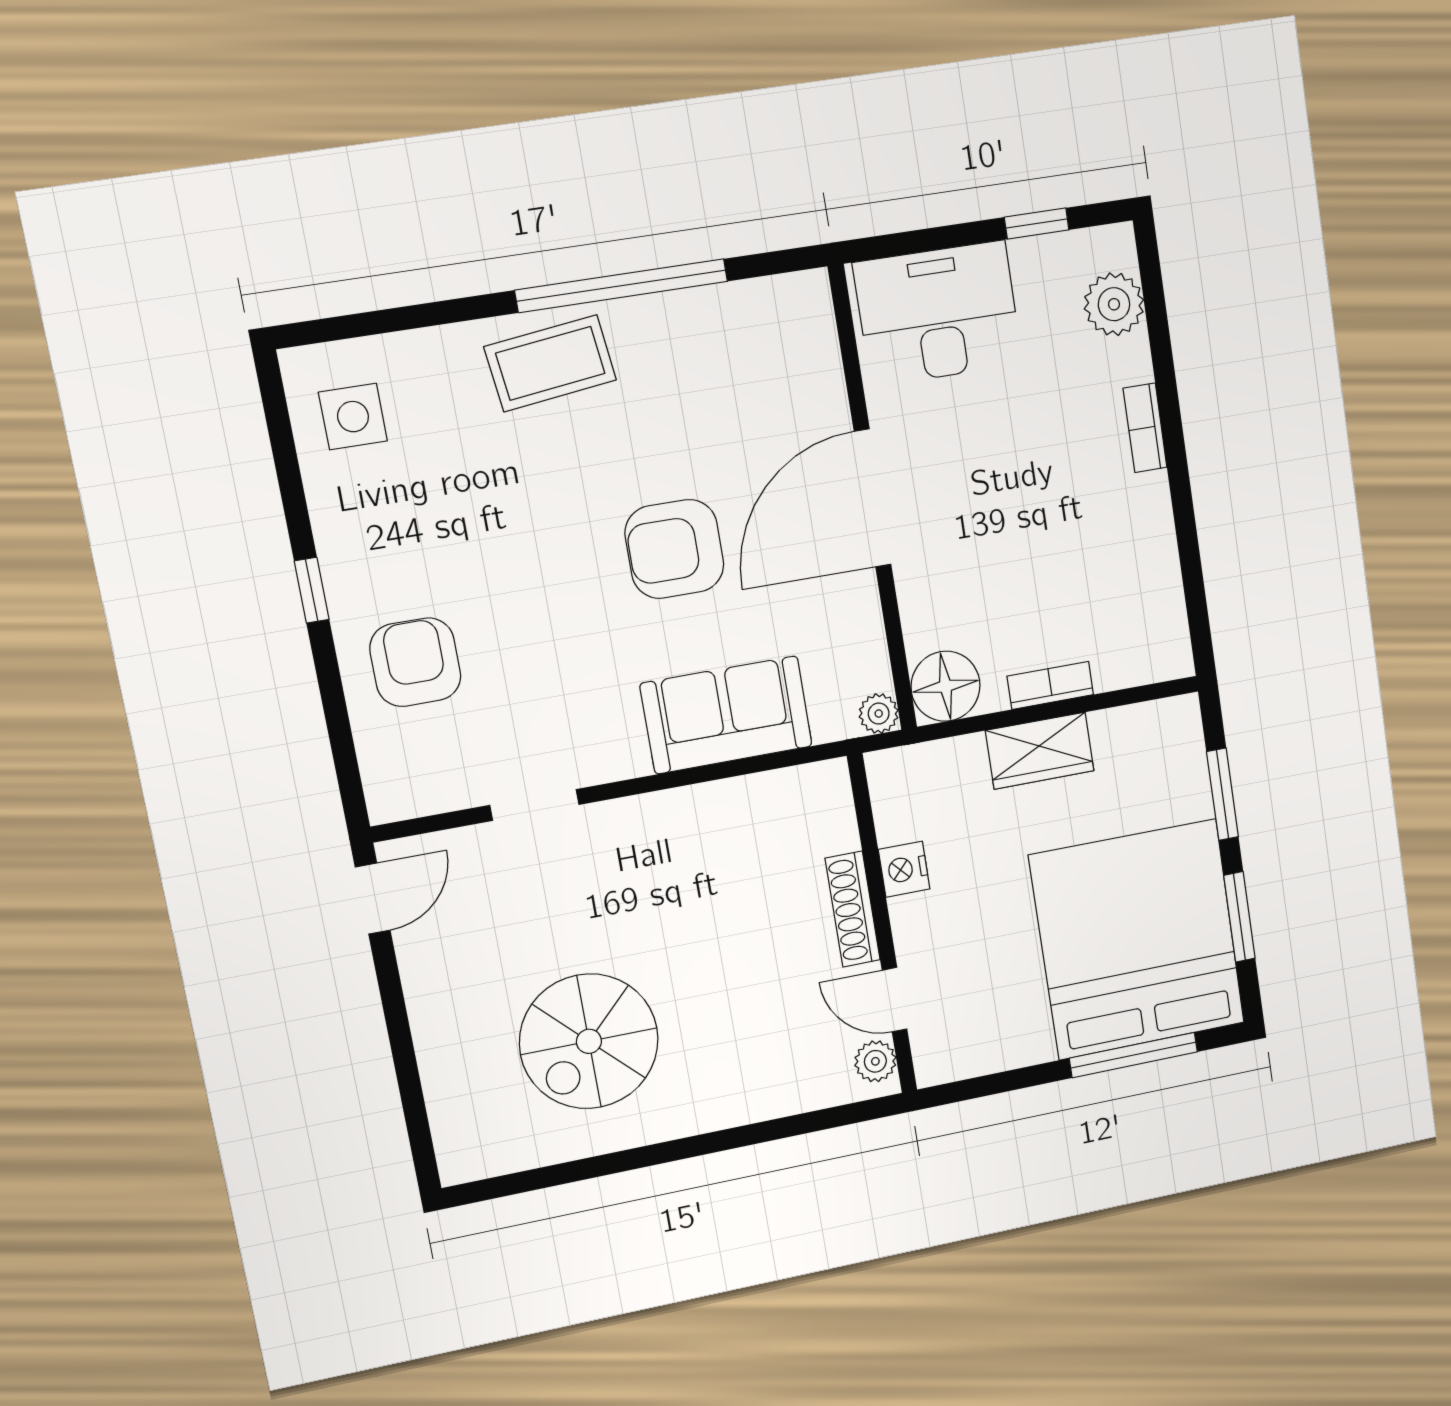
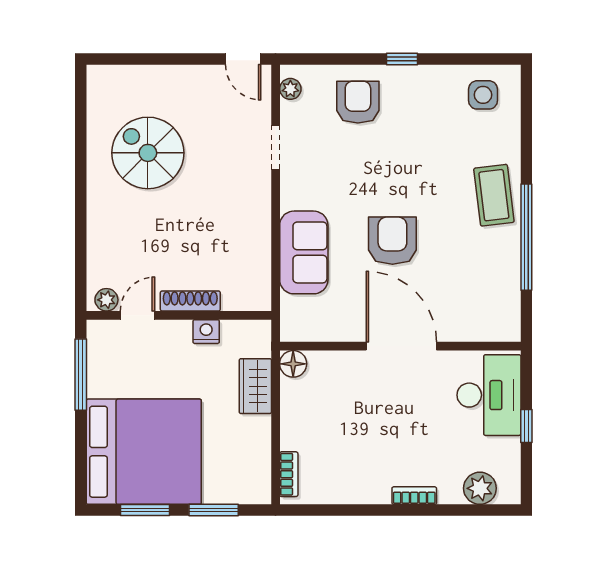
window: (1037, 224) -> (526, 426), moved
armchair: (415, 662) -> (358, 102), turned -90
bookcase: (1050, 685) -> (289, 474), moved
floor lamp: (946, 686) -> (293, 364), width x0.73, depth x0.73
plant: (879, 714) -> (290, 89), moved
wardrobe: (1040, 751) -> (255, 386), moved
window: (1133, 1055) -> (81, 375), moved

